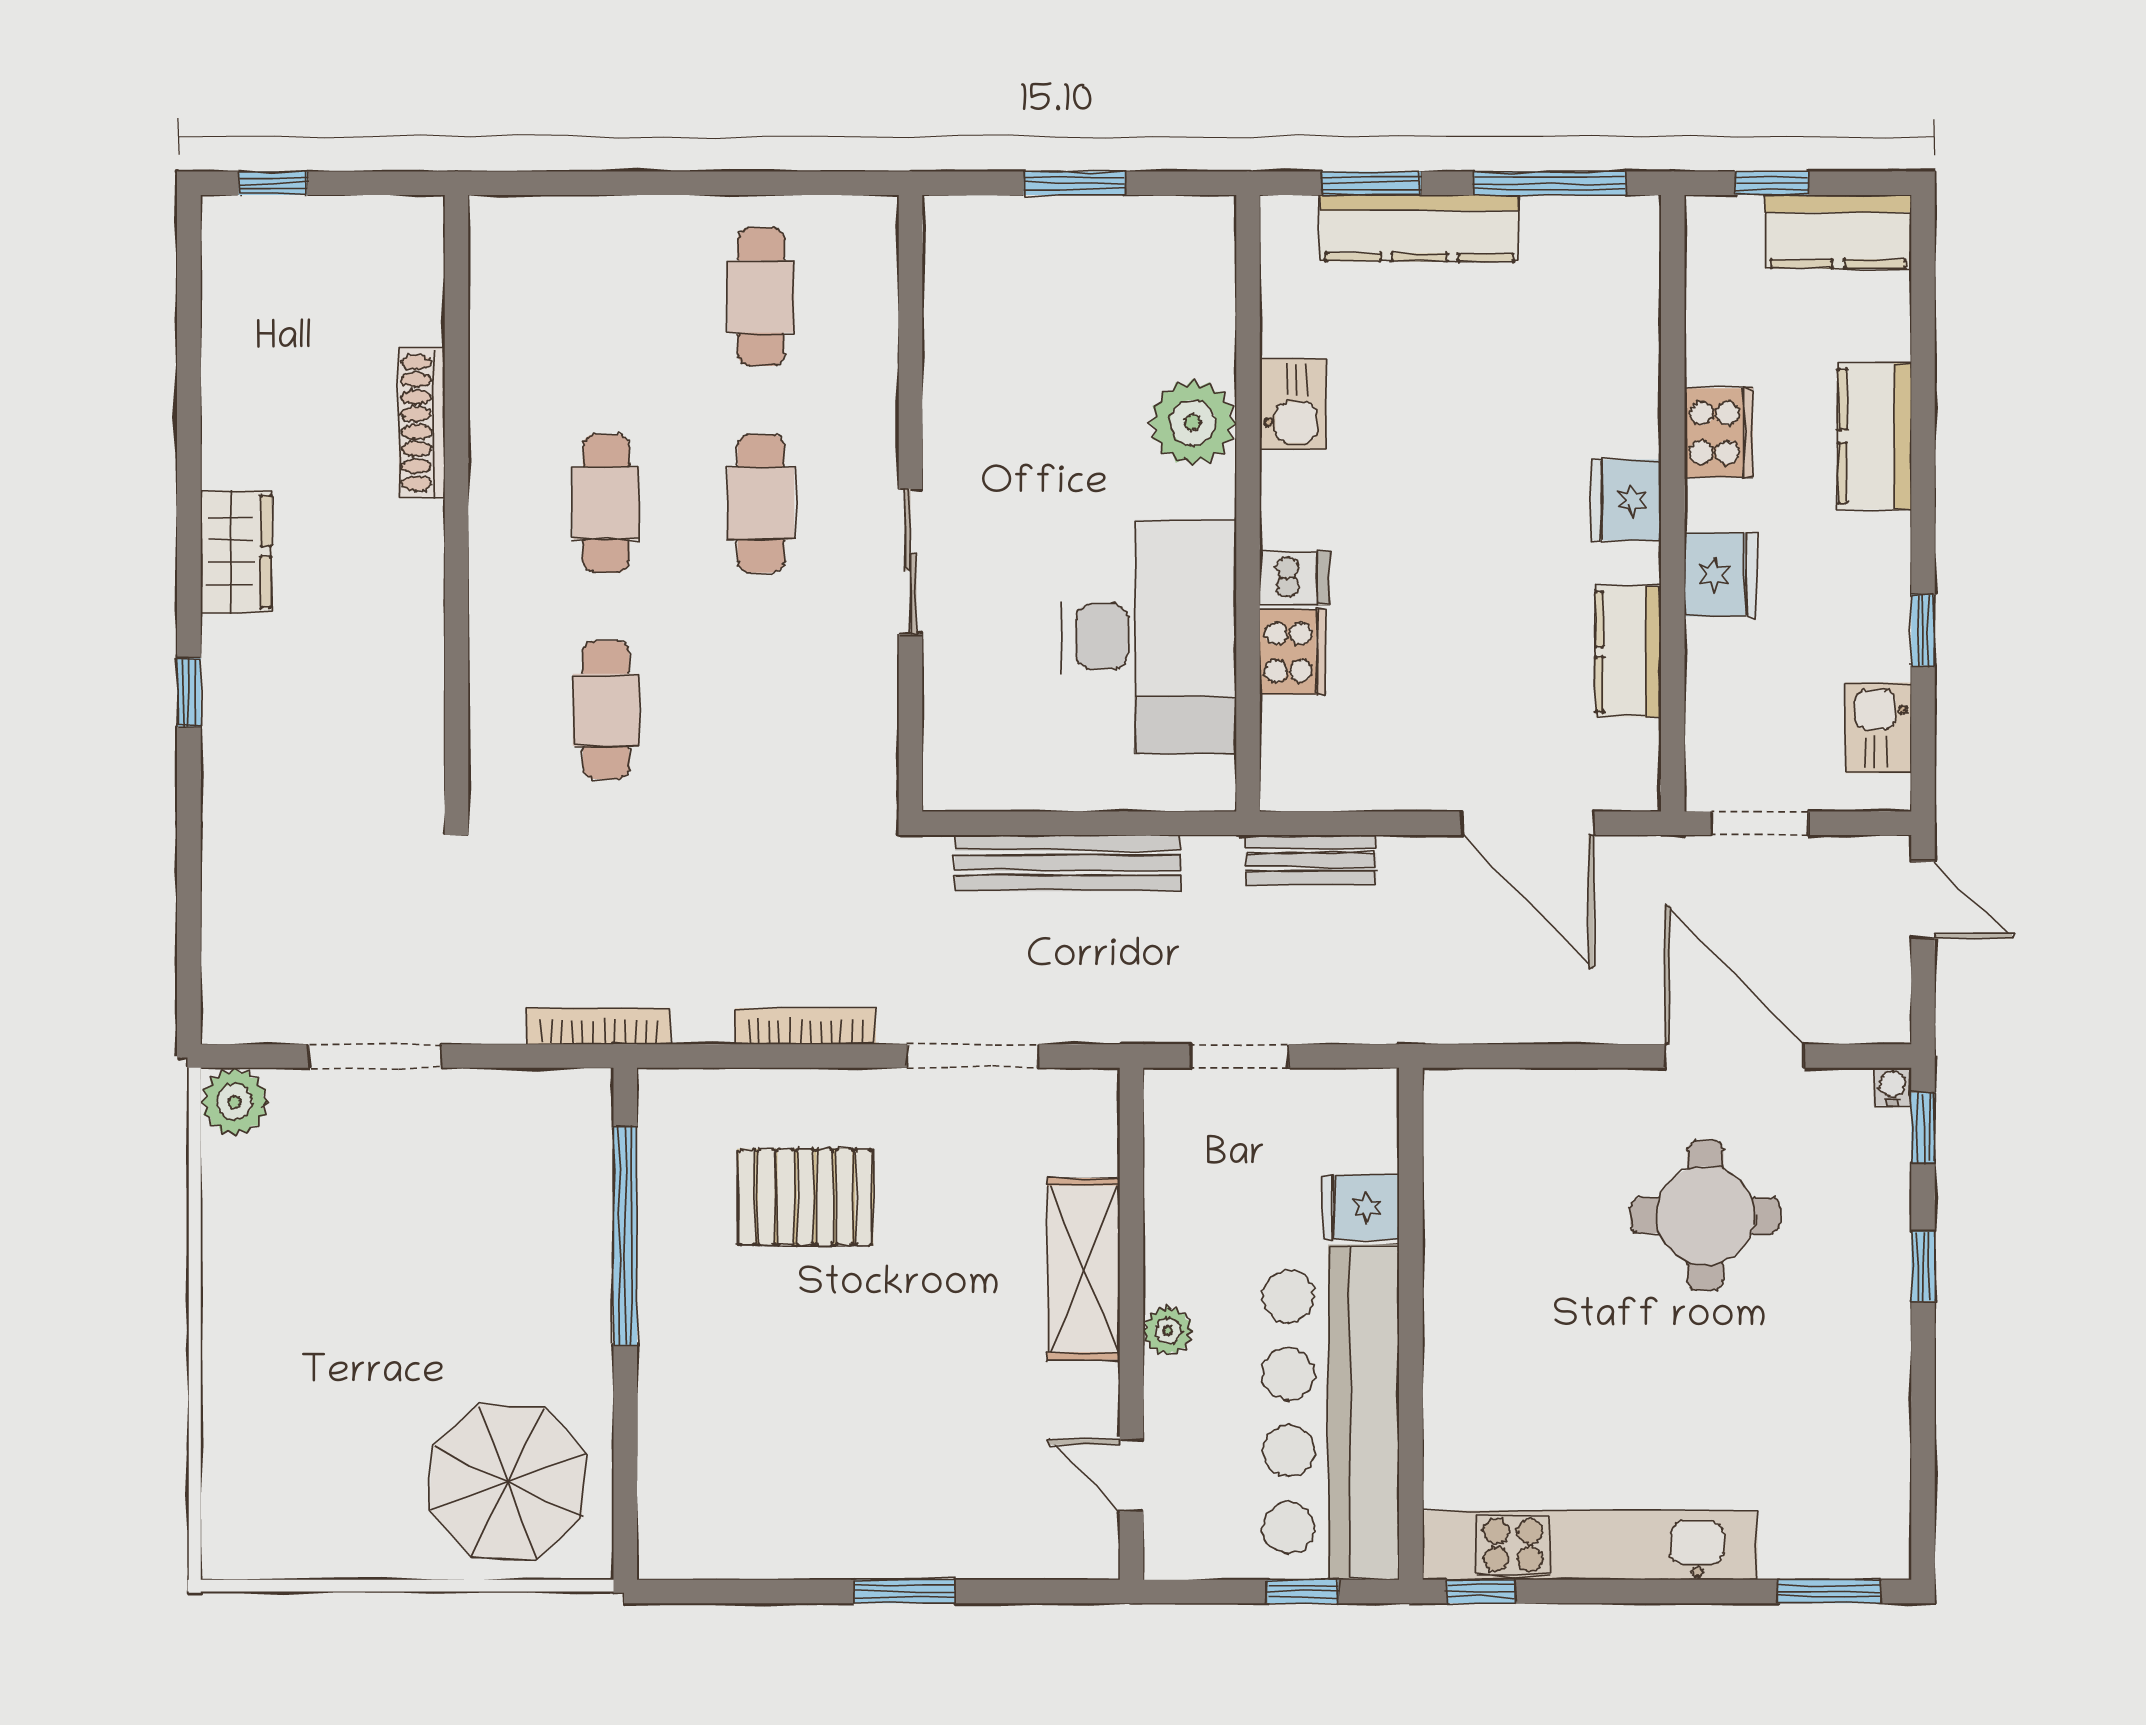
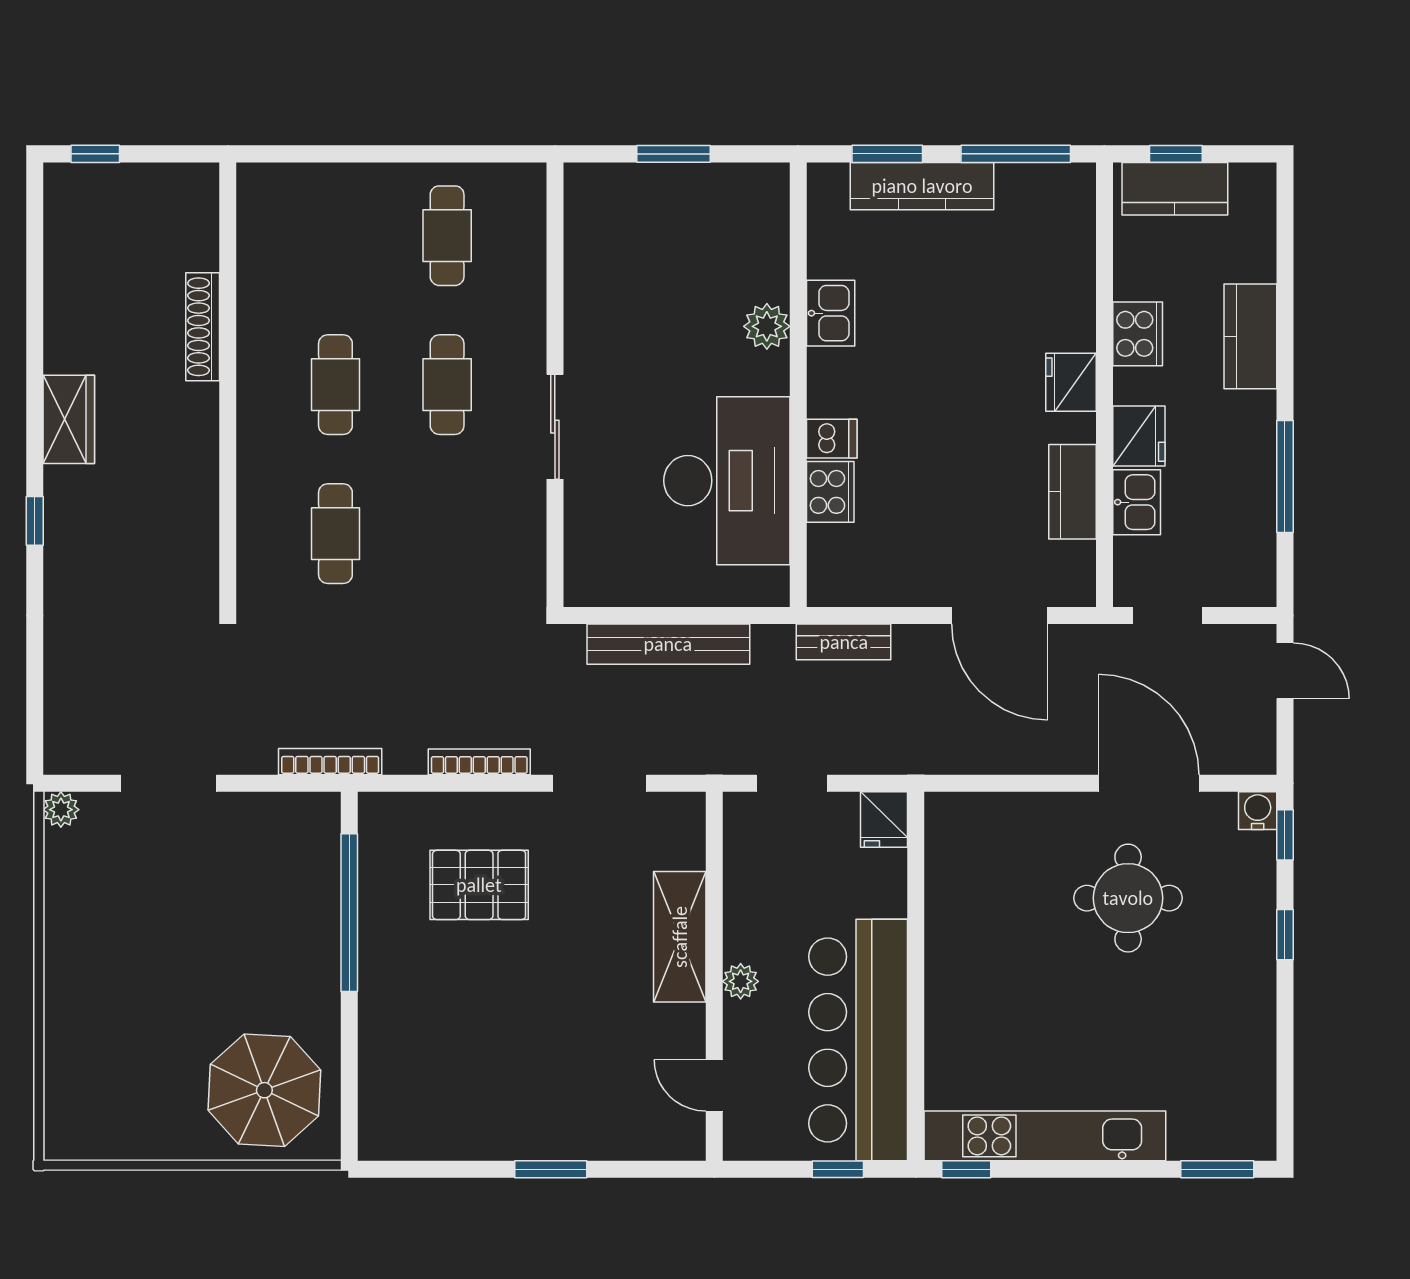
kitchen counter: (1838, 231) -> (1175, 189), moved
plant: (1193, 422) -> (767, 326), width x0.73, depth x0.73
window: (1923, 631) -> (1285, 476), width x2.17
kitchen sink: (1878, 728) -> (1137, 502), moved, turned 180
water cooler: (1892, 1087) -> (1258, 811), width x1.38, depth x1.38
plant: (235, 1102) -> (61, 810), width x0.73, depth x0.73
fridge: (1361, 1208) -> (884, 819), moved, turned -90

